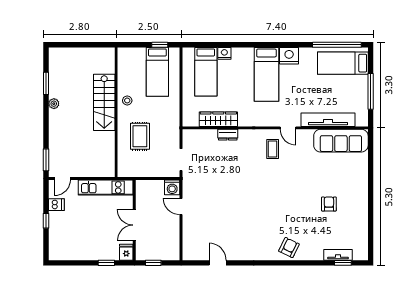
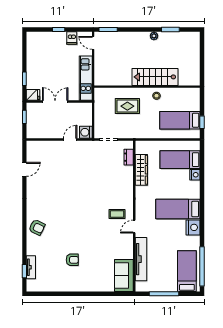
dresser: (228, 135) -> (129, 157), moved
sofa: (341, 141) -> (124, 275), width x0.73

